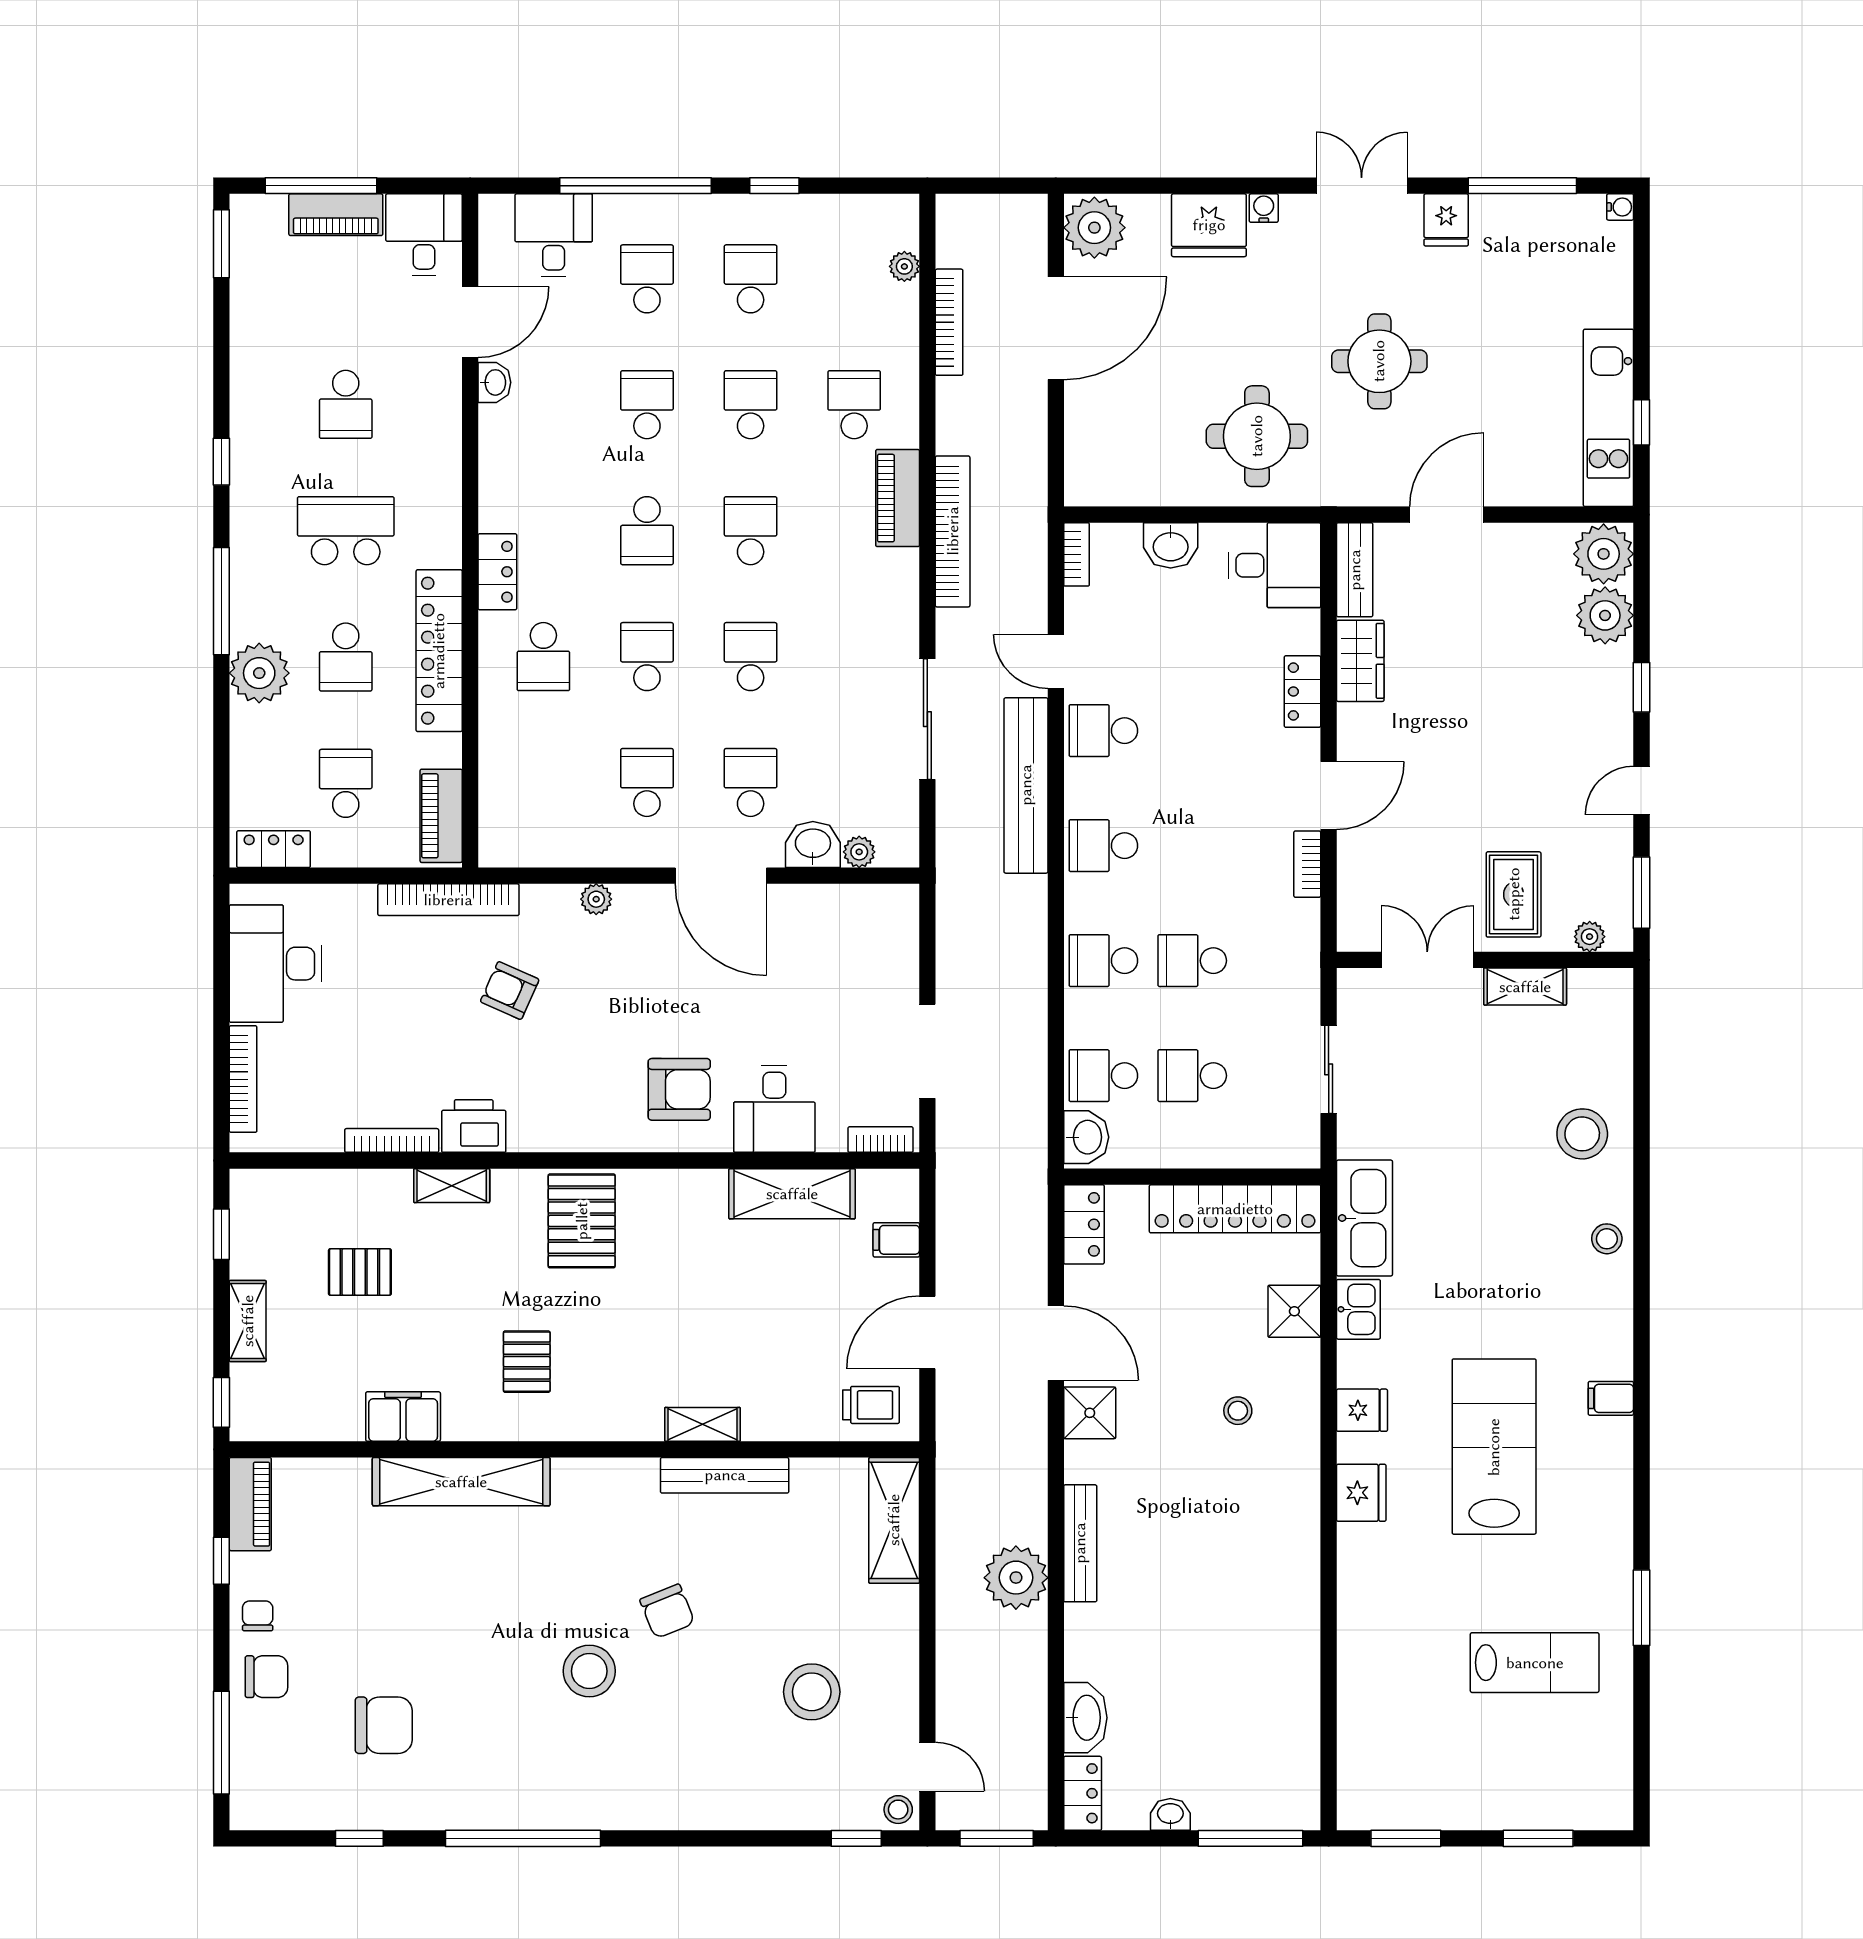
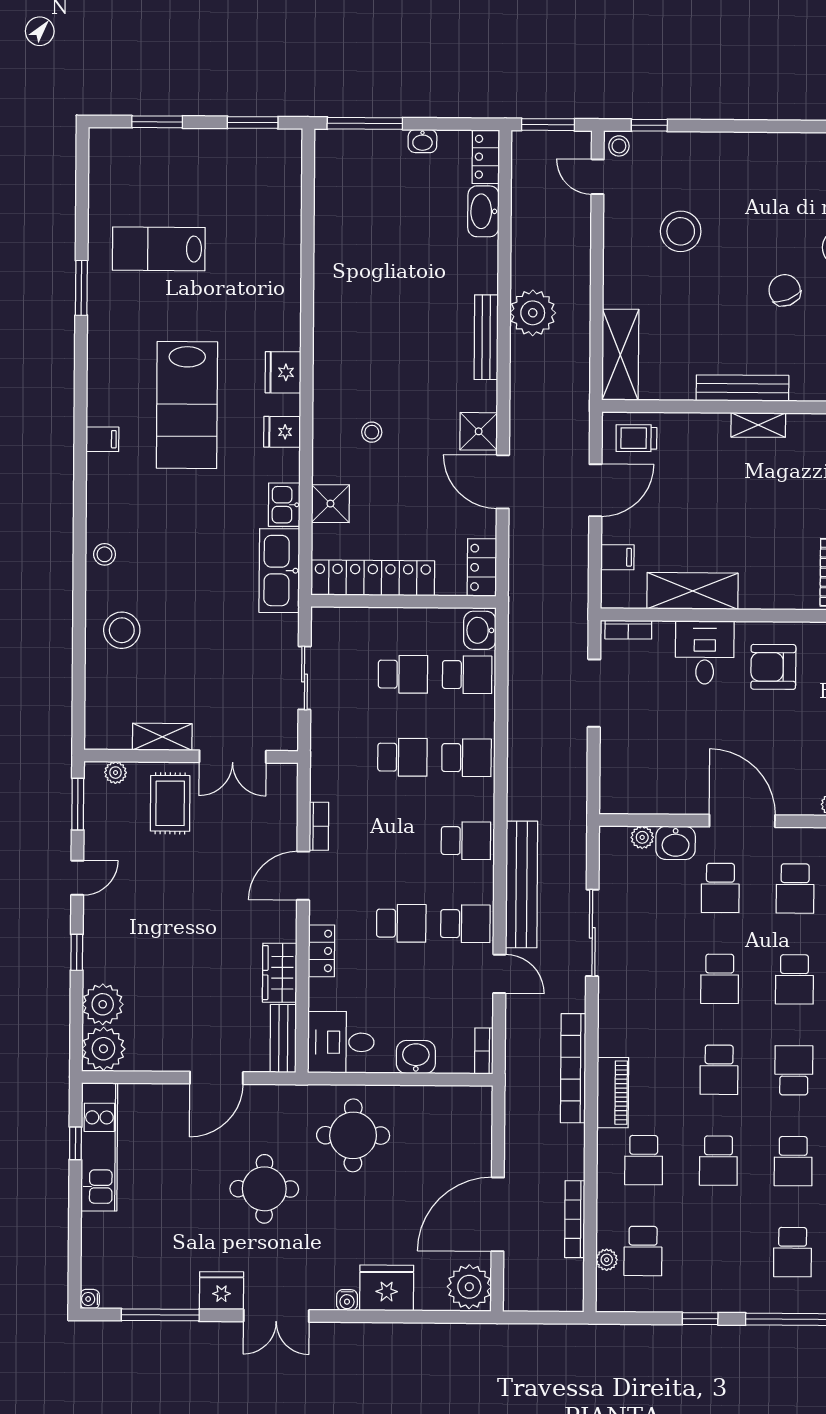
fridge: (1446, 220) -> (222, 1291), width x1.38
school desk: (751, 279) -> (643, 1251), moved
school desk: (1192, 731) -> (401, 923), added

